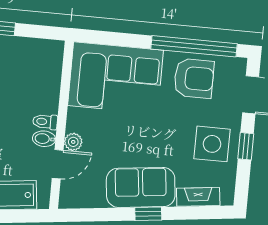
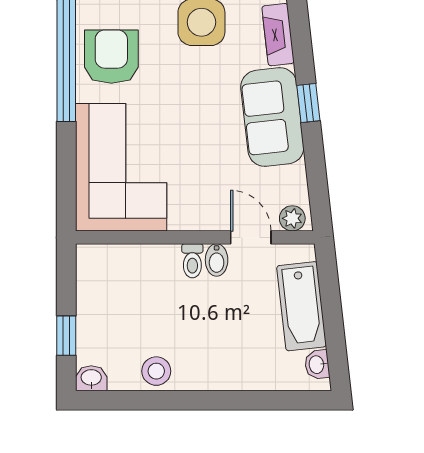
plant: (73, 142) -> (292, 218), moved

